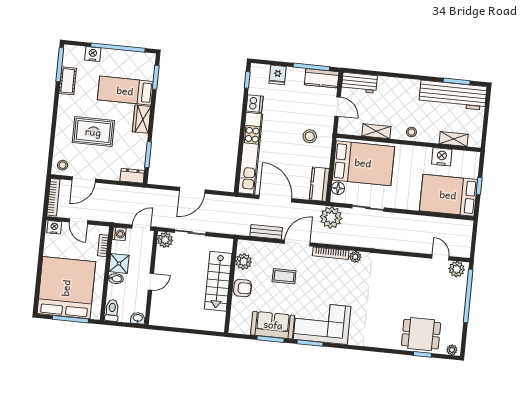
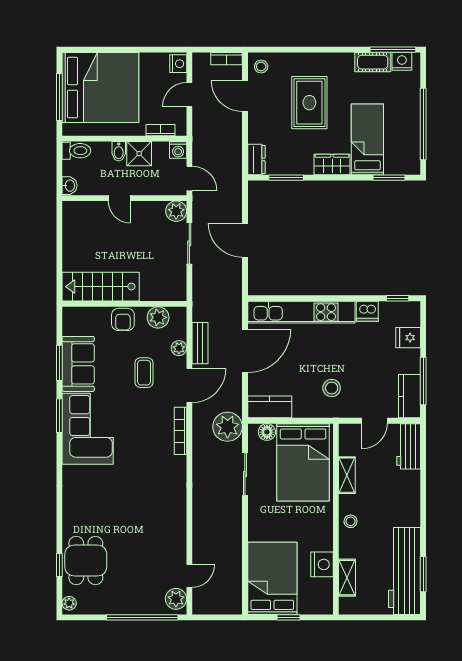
nightstand: (93, 54) -> (402, 61), moved, turned -90
bookcase: (53, 197) -> (227, 59), width x0.64
door: (297, 243) -> (189, 386), hinge flipped
plant: (355, 257) -> (179, 348), moved
stairs: (218, 281) -> (101, 287), moved

